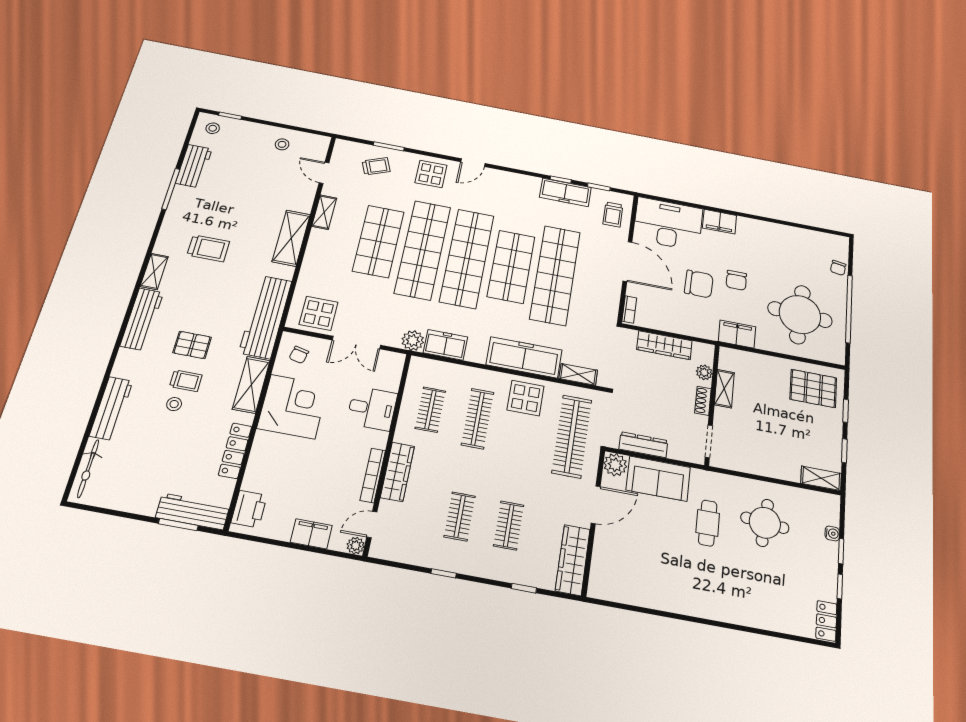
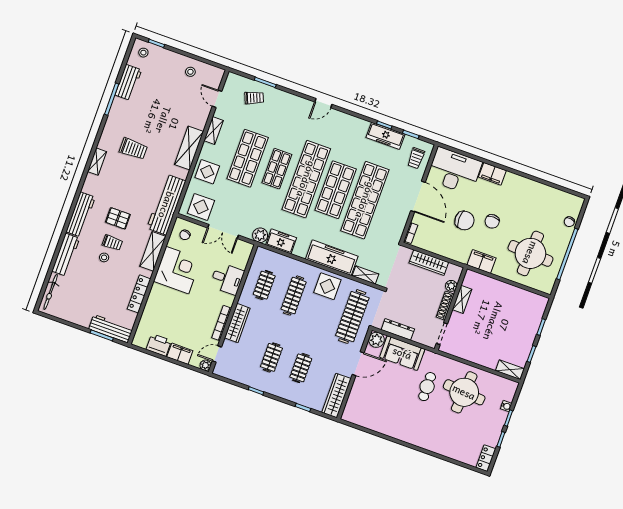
display table: (431, 174) -> (207, 172), moved
shop shelf: (423, 250) -> (277, 169), width x0.50, depth x0.74
workbench: (142, 319) -> (81, 214), moved
pallet: (813, 389) -> (523, 308), removed
shoe rack: (703, 401) -> (445, 306), width x1.43
printer: (249, 509) -> (159, 345), moved, turned -90
round table: (765, 523) -> (464, 392), width x1.36, depth x1.36

